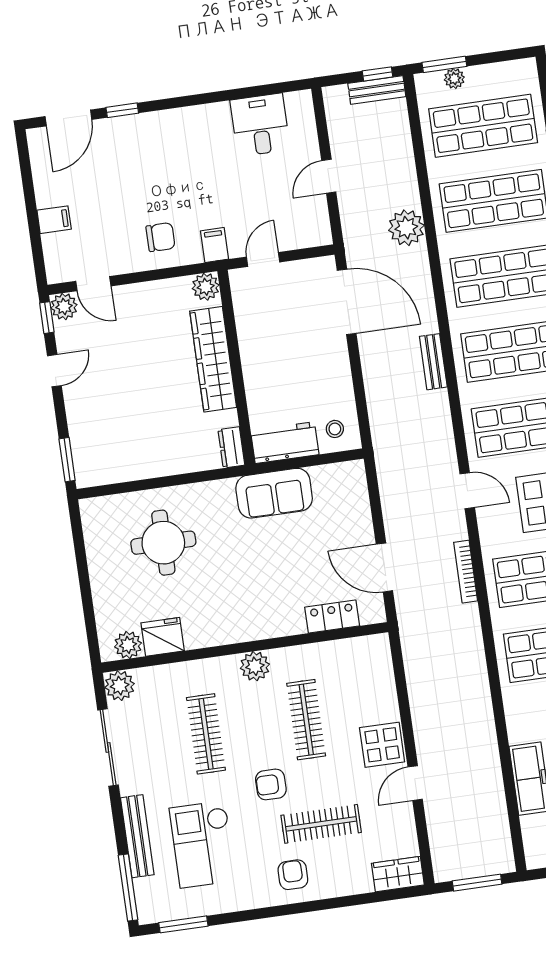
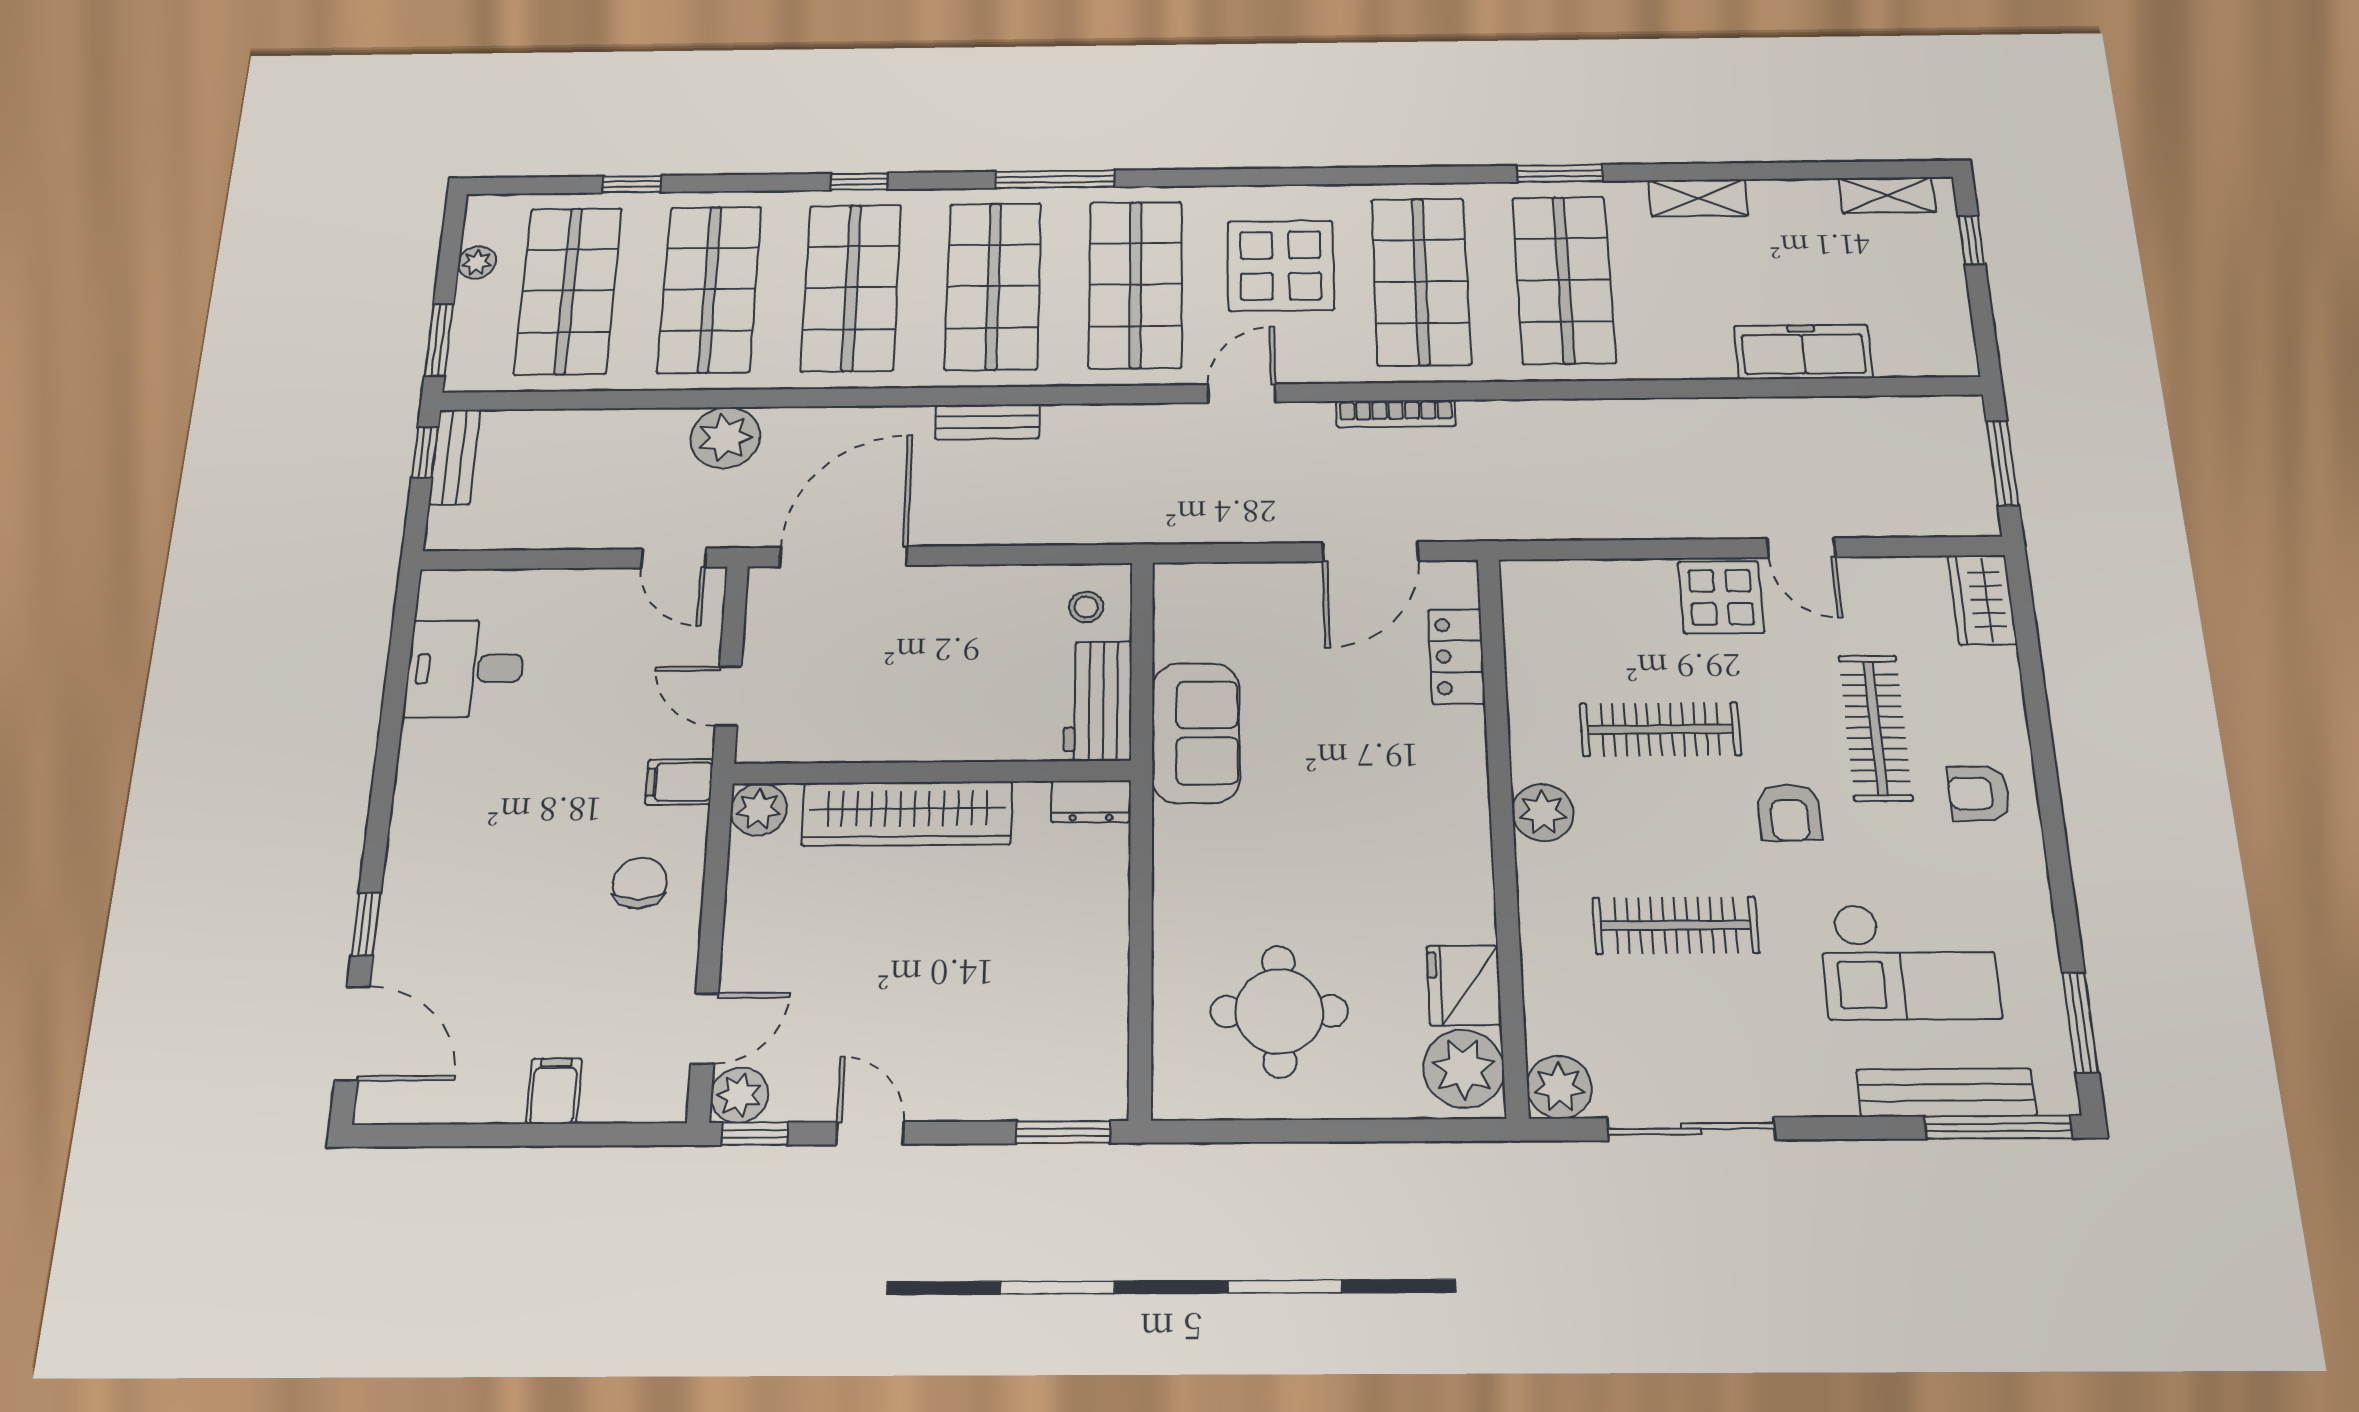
plant: (454, 79) -> (477, 262), moved
door: (329, 176) -> (674, 558), moved
round table: (163, 543) -> (1279, 1011), moved
plant: (128, 645) -> (1464, 1069), width x1.36, depth x1.36
bench: (137, 836) -> (1946, 1093), moved

